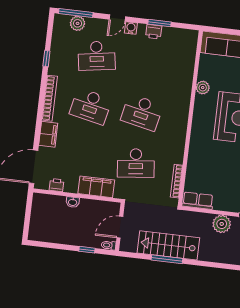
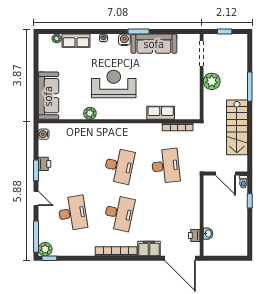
plant: (78, 23) -> (45, 249), moved
window: (160, 23) -> (36, 170), moved
water cooler: (131, 28) -> (44, 134), moved
window: (46, 59) -> (49, 258), moved
filing cabinet: (96, 187) -> (192, 199), removed
row of seats: (198, 201) -> (161, 113), moved, turned 90
washbasin: (73, 202) -> (208, 234), moved
window: (167, 259) -> (250, 87), moved

